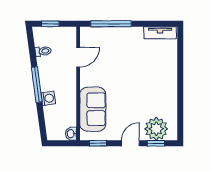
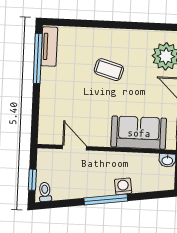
window: (111, 24) -> (38, 58), moved
toilet: (43, 51) -> (45, 192), moved
coffee table: (143, 82) -> (109, 70), added

